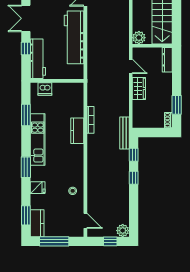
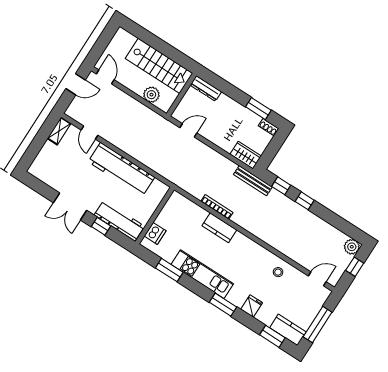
plant: (139, 38) -> (151, 95), moved
wardrobe: (139, 88) -> (246, 155), moved

